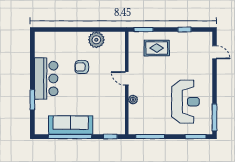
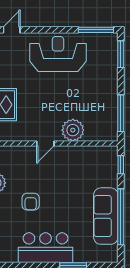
plant: (133, 100) -> (73, 130), width x1.87, depth x1.87
reception desk: (185, 102) -> (58, 54), moved

